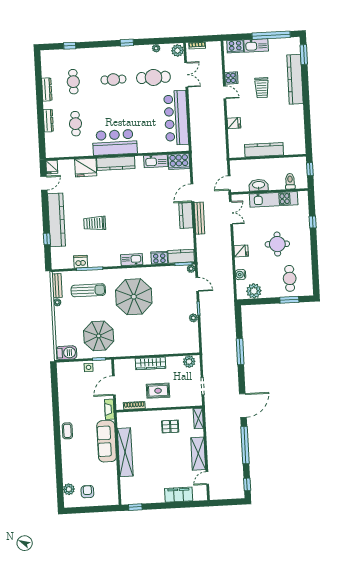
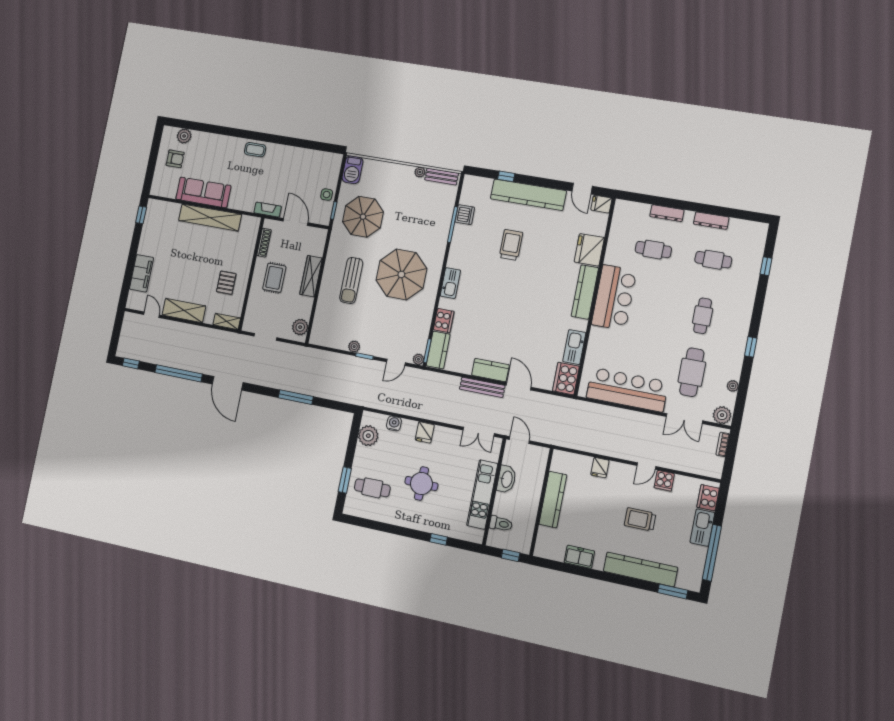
freezer: (298, 122) -> (579, 557), added
sun lounger: (88, 290) -> (351, 280), moved
sofa: (107, 441) -> (203, 192), moved

